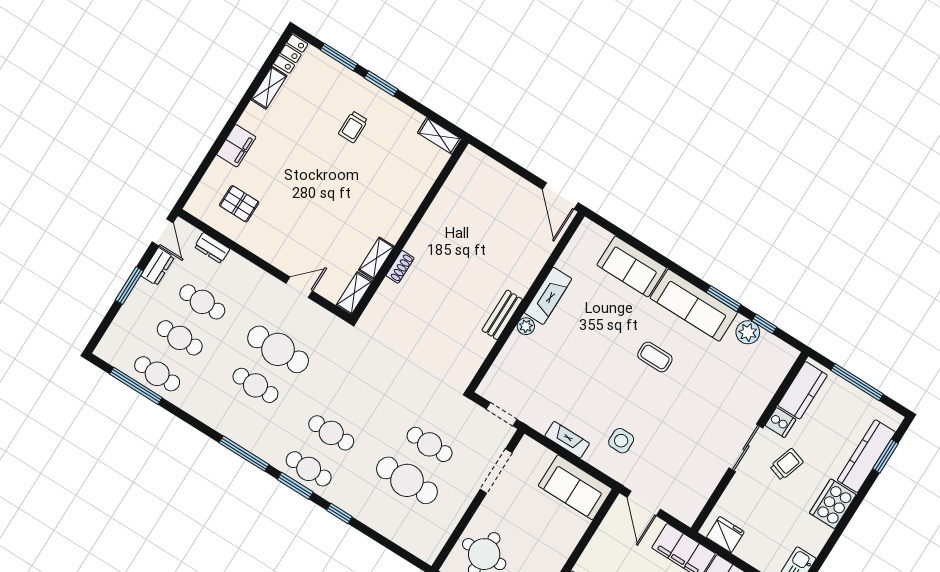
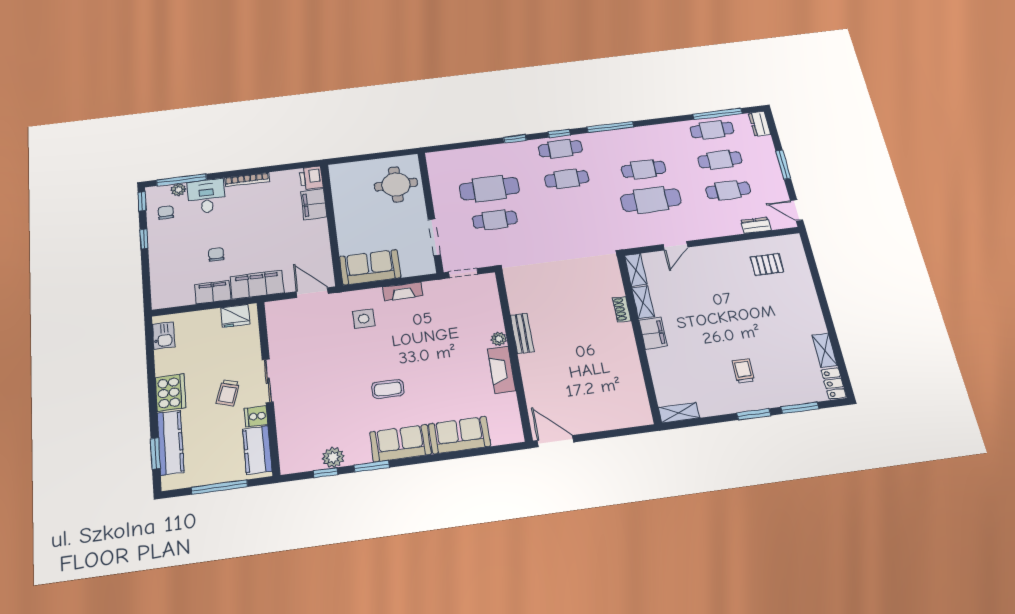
filing cabinet: (236, 146) -> (653, 333), moved, turned 180
dresser: (157, 266) -> (760, 124), moved
sofa: (694, 305) -> (400, 443), width x0.73
window: (295, 486) -> (559, 133), width x0.67

